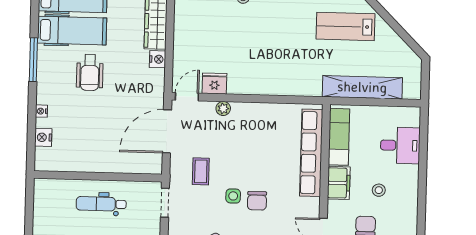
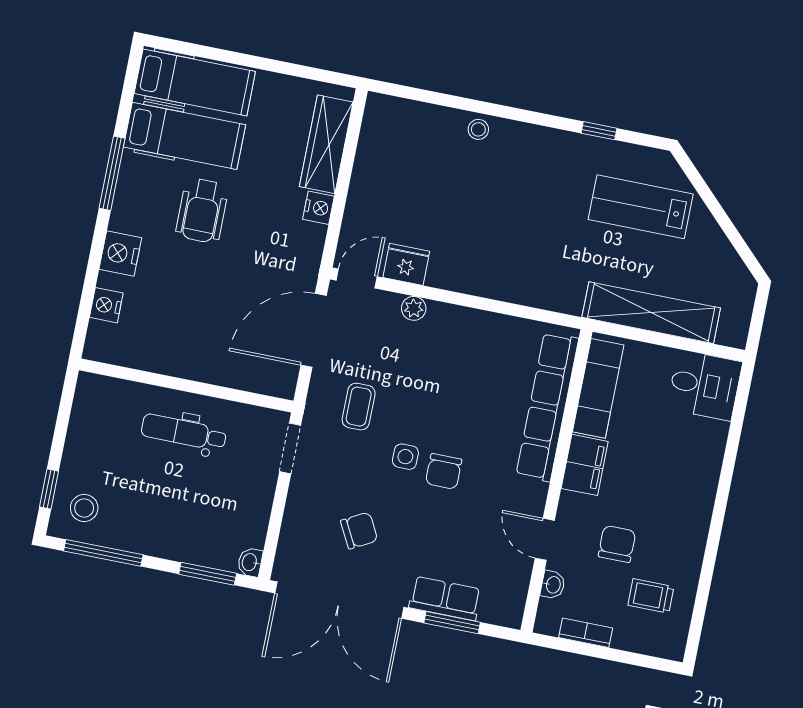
nightstand: (41, 111) -> (120, 253), width x1.89, depth x1.79
desk: (400, 145) -> (705, 385), moved
stool: (379, 190) -> (649, 488), removed

